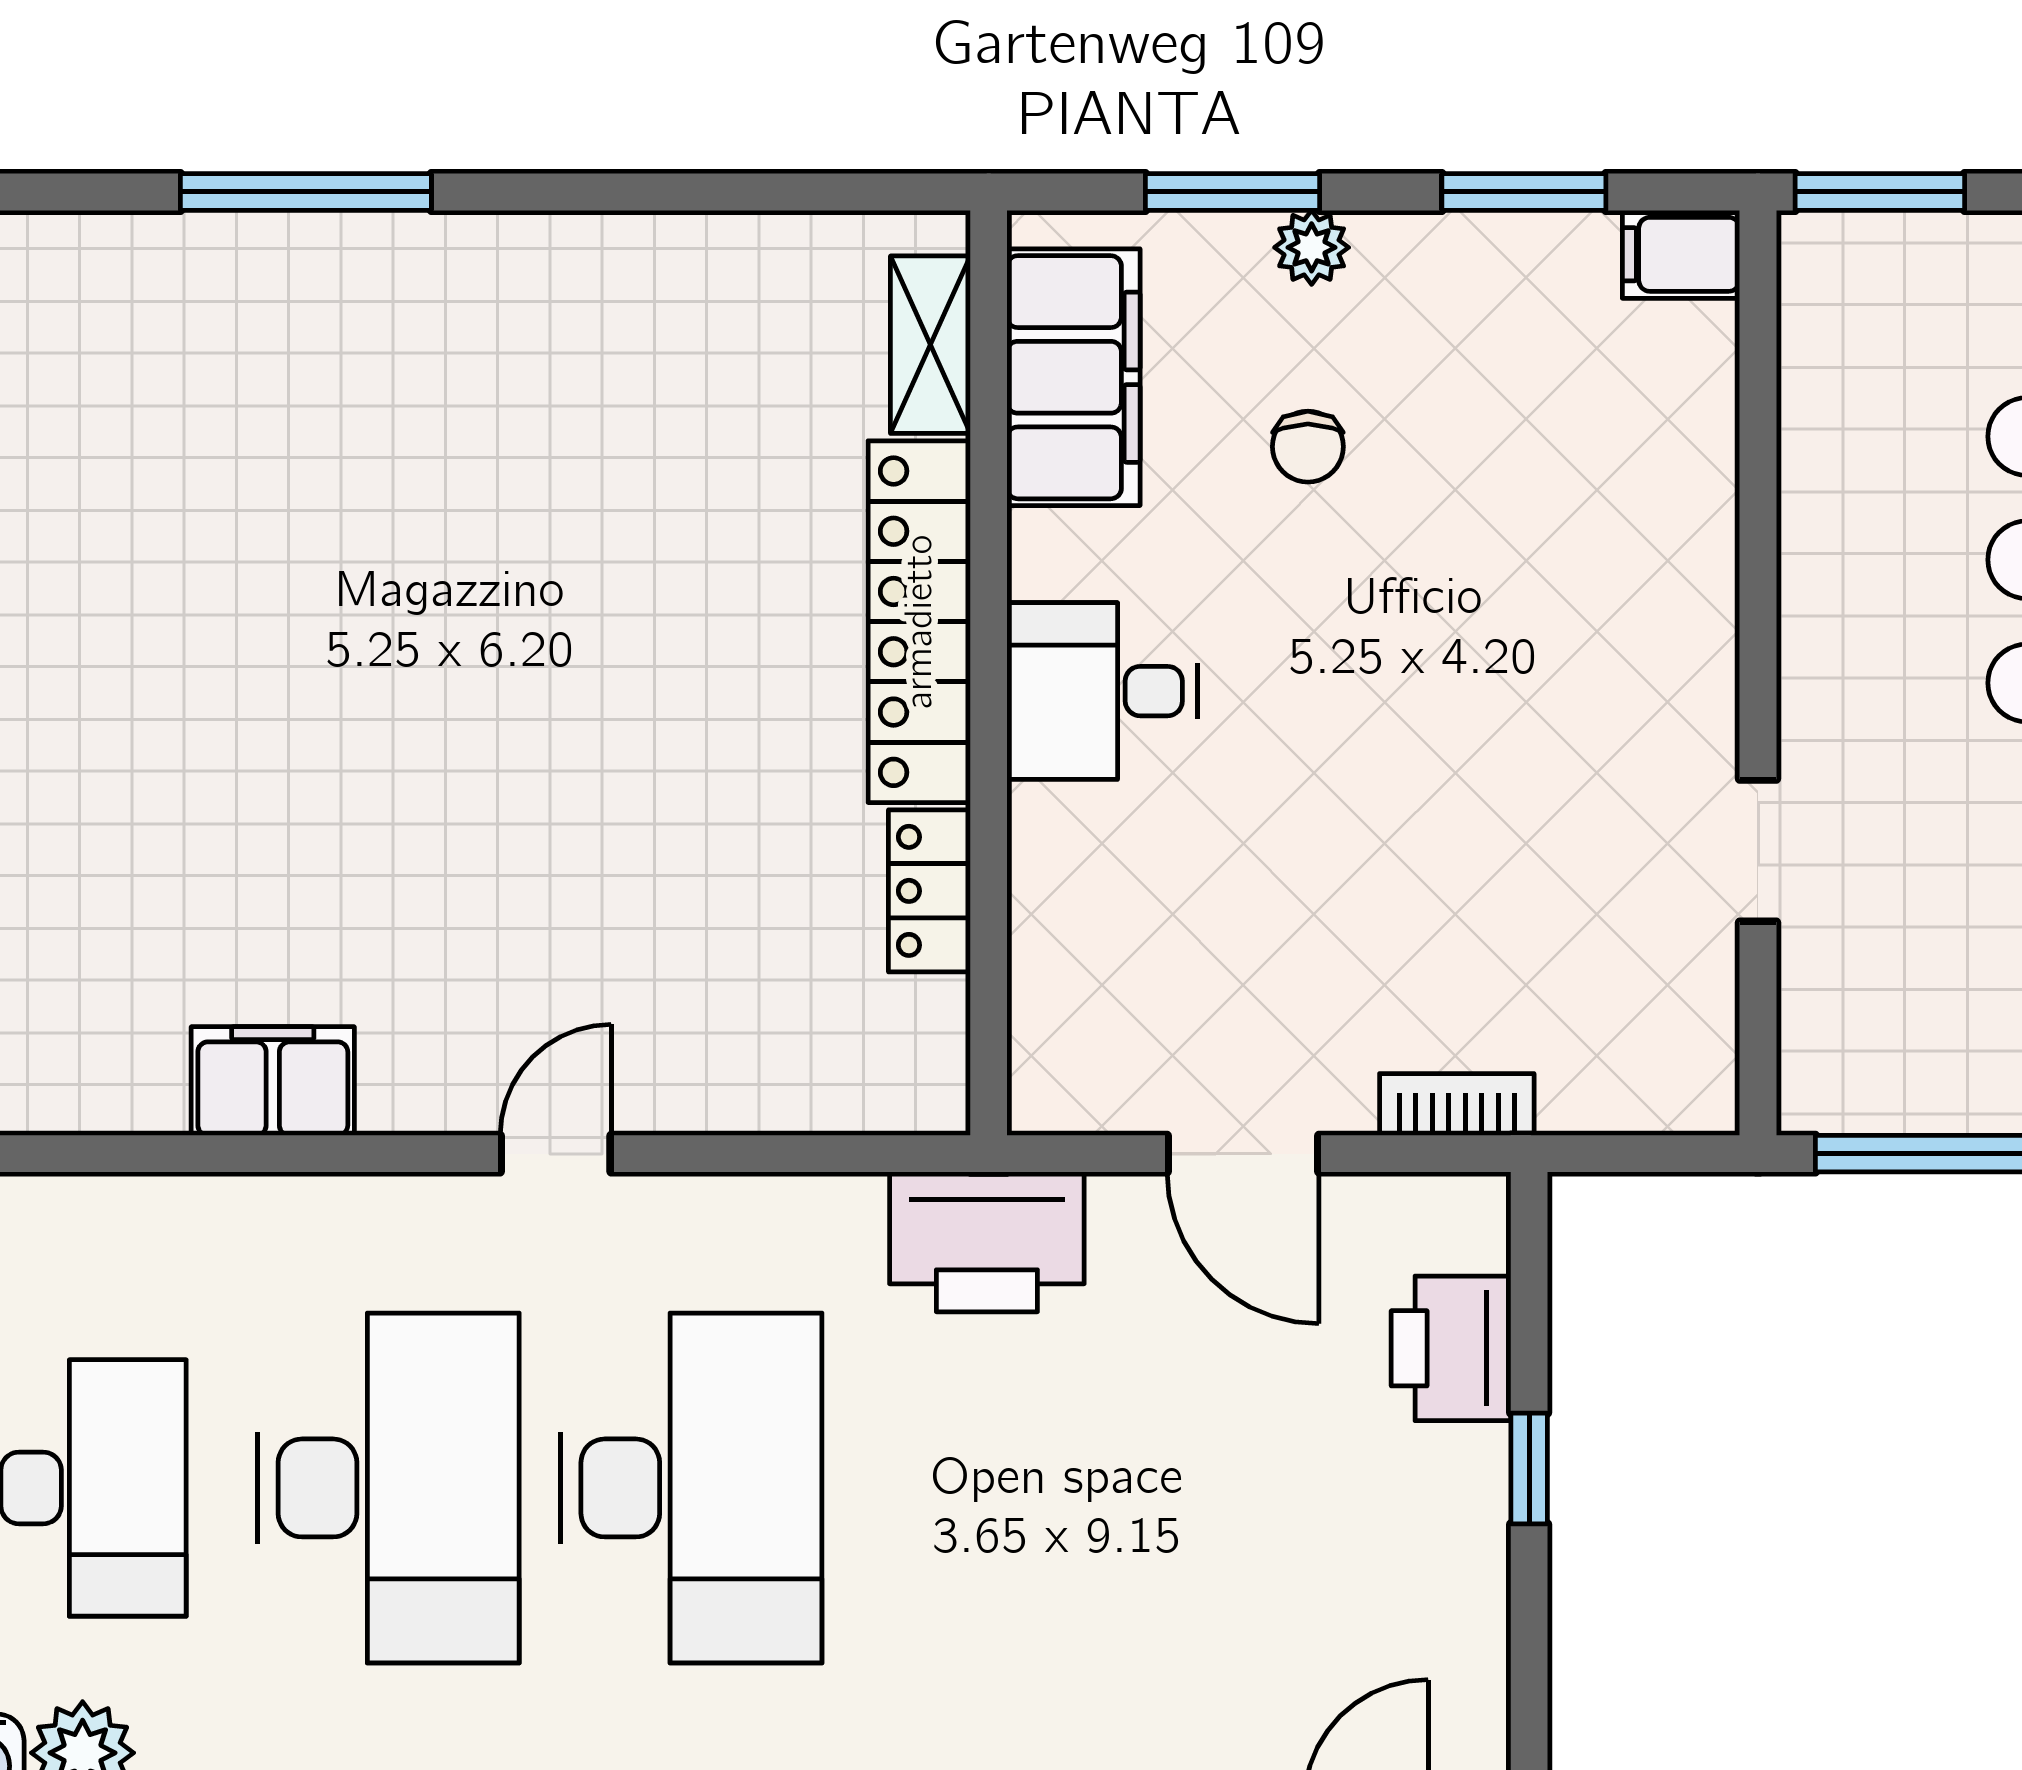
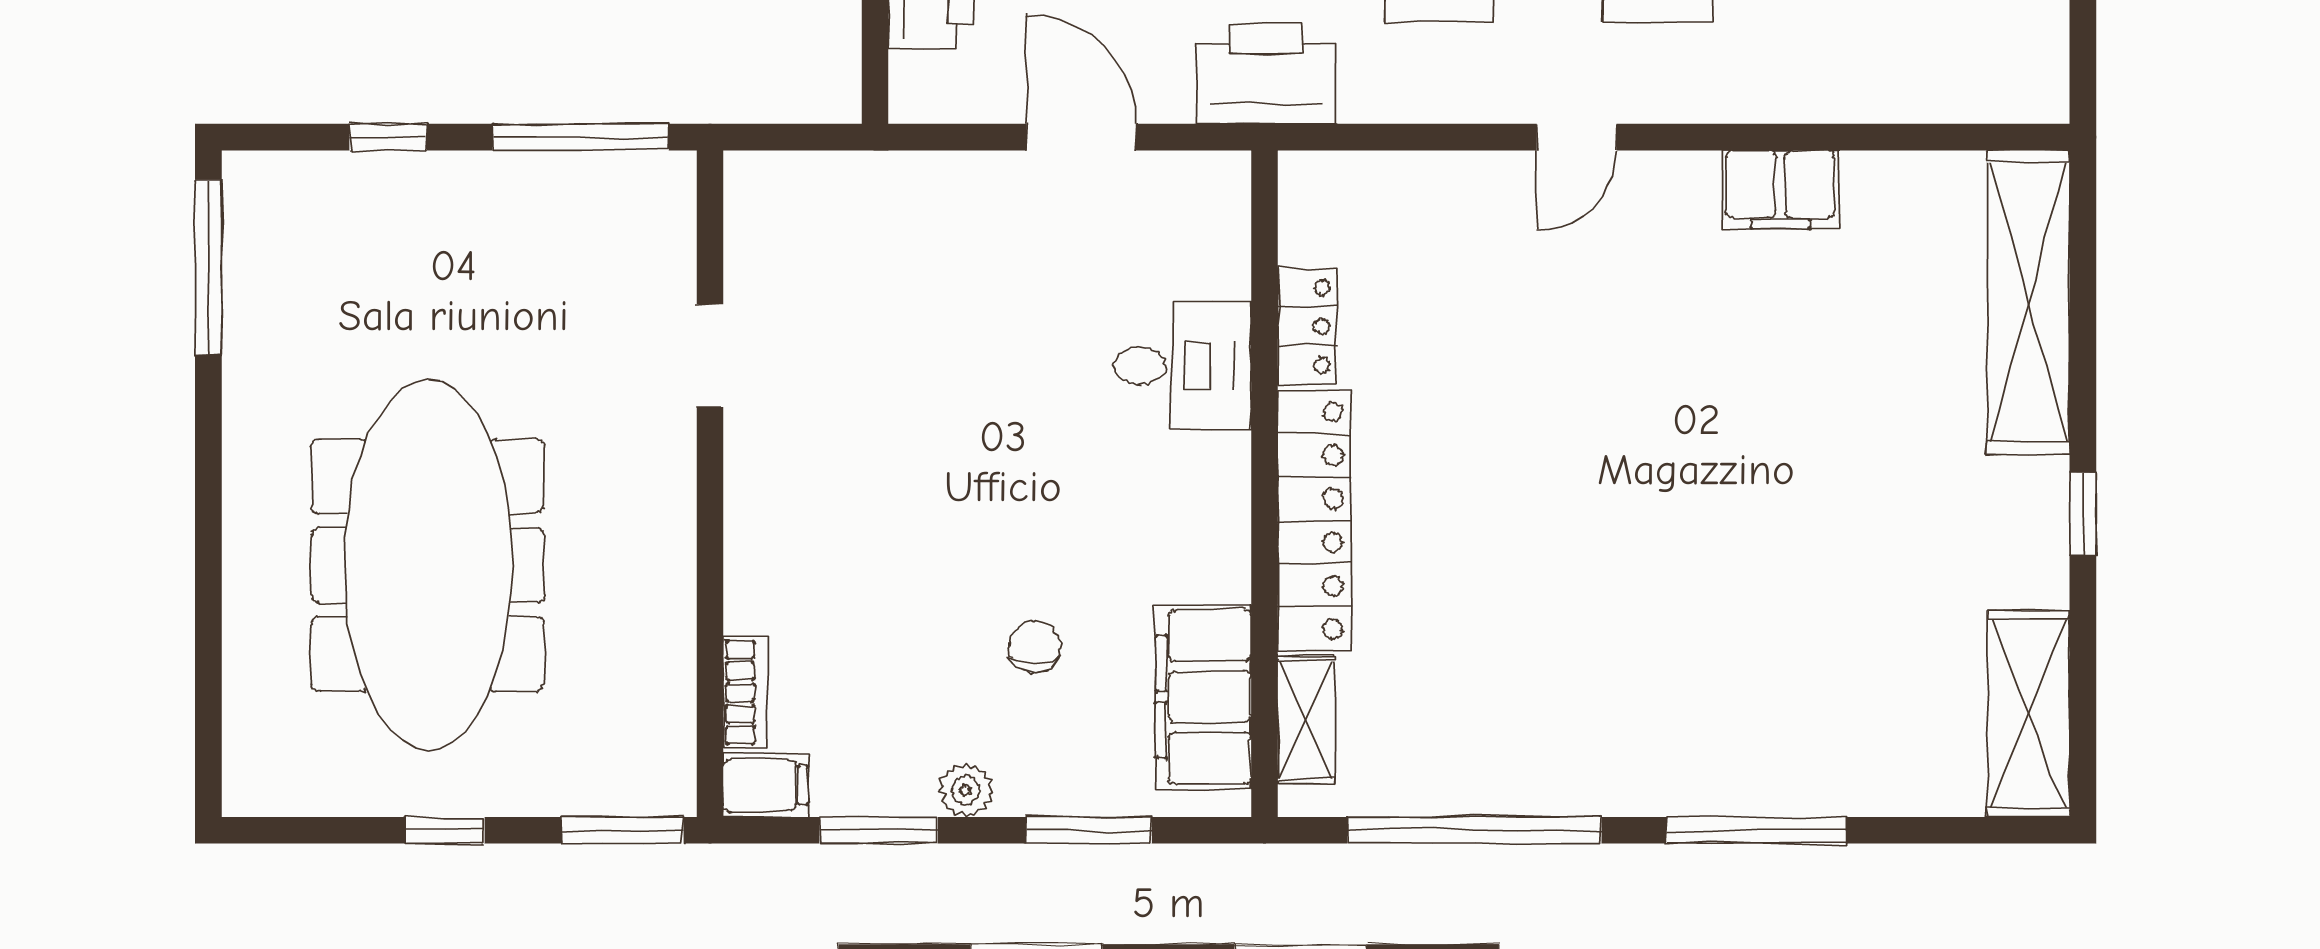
window: (697, 192) -> (1474, 830), added
plant: (1312, 247) -> (966, 790), moved
desk: (1102, 691) -> (1183, 366), moved
bookcase: (1457, 1104) -> (745, 693), moved, turned -90

